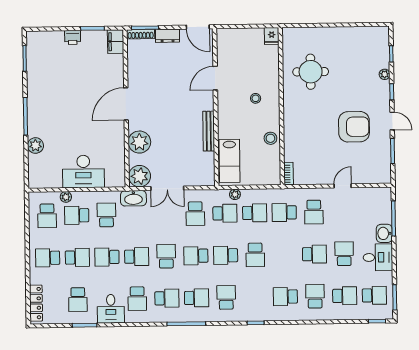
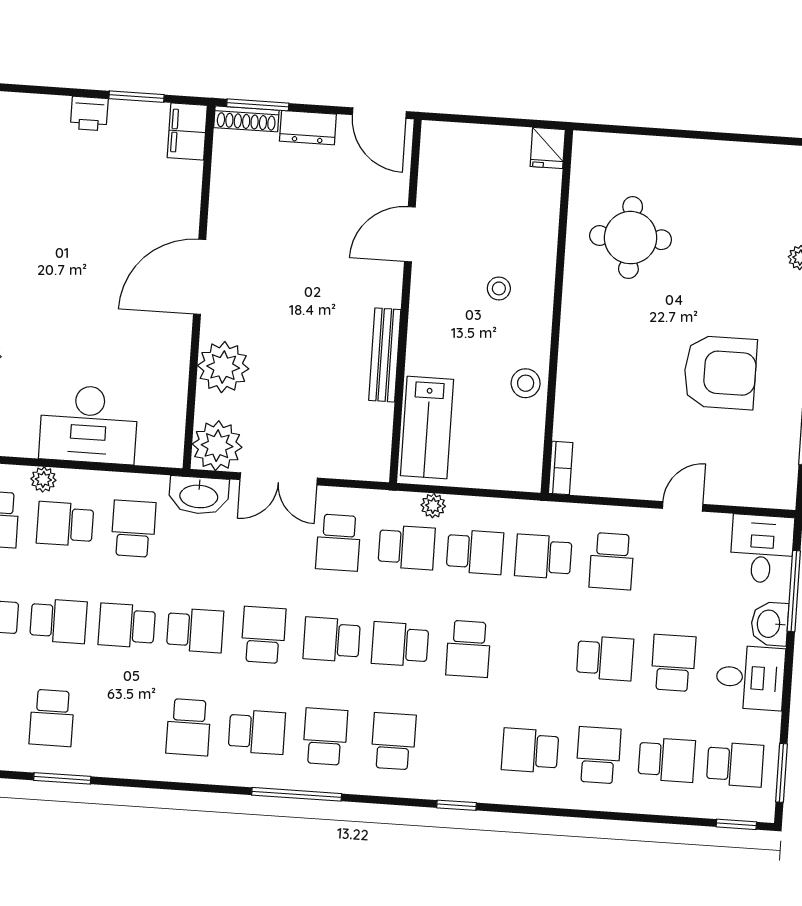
school desk: (196, 298) -> (325, 737), turned -90
desk: (111, 309) -> (762, 549), moved, turned 180

